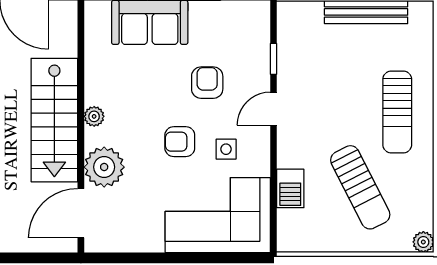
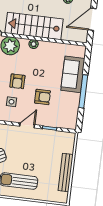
door: (273, 109) -> (27, 125), hinge flipped
armchair: (180, 142) -> (17, 81), turned 180

